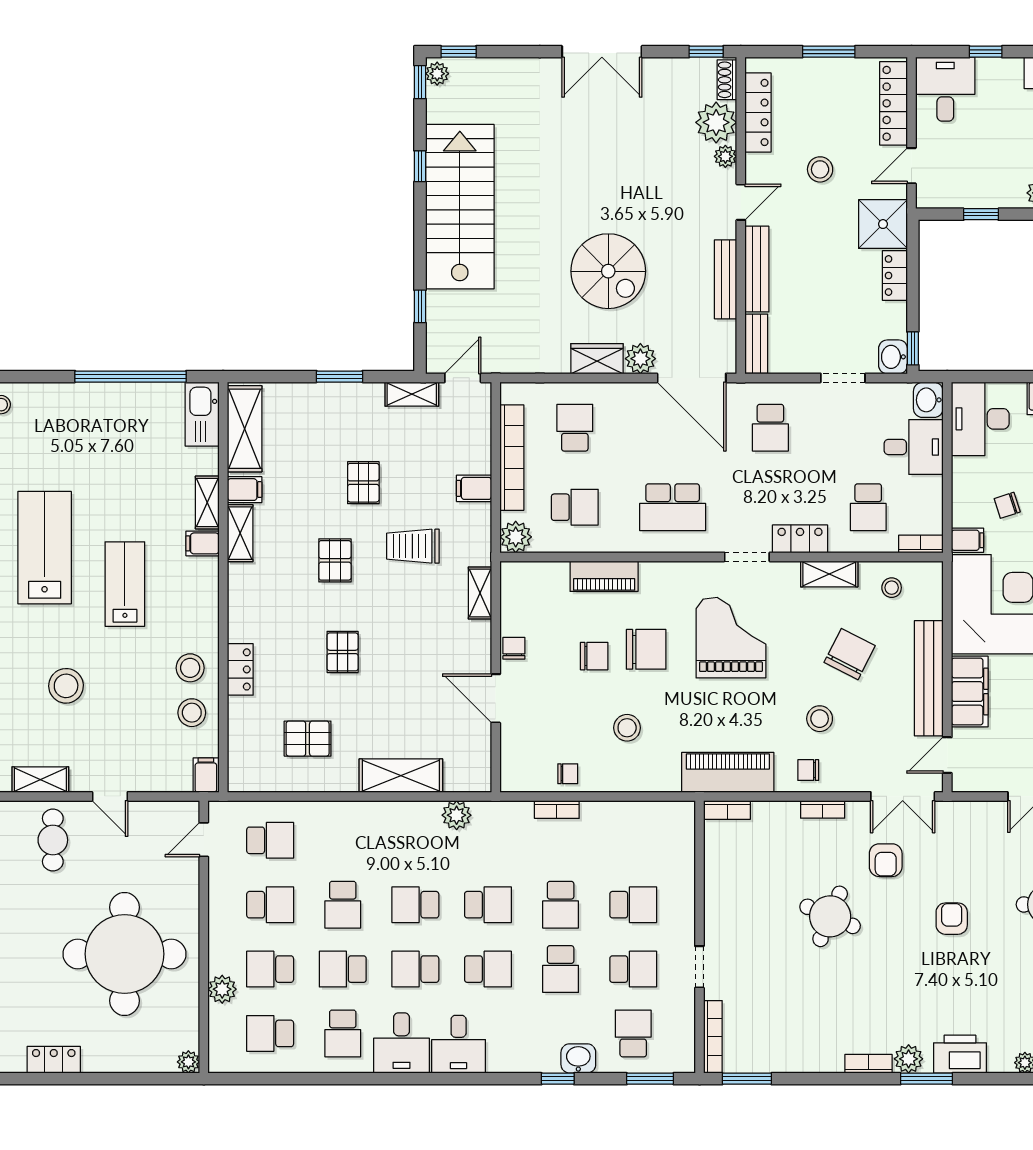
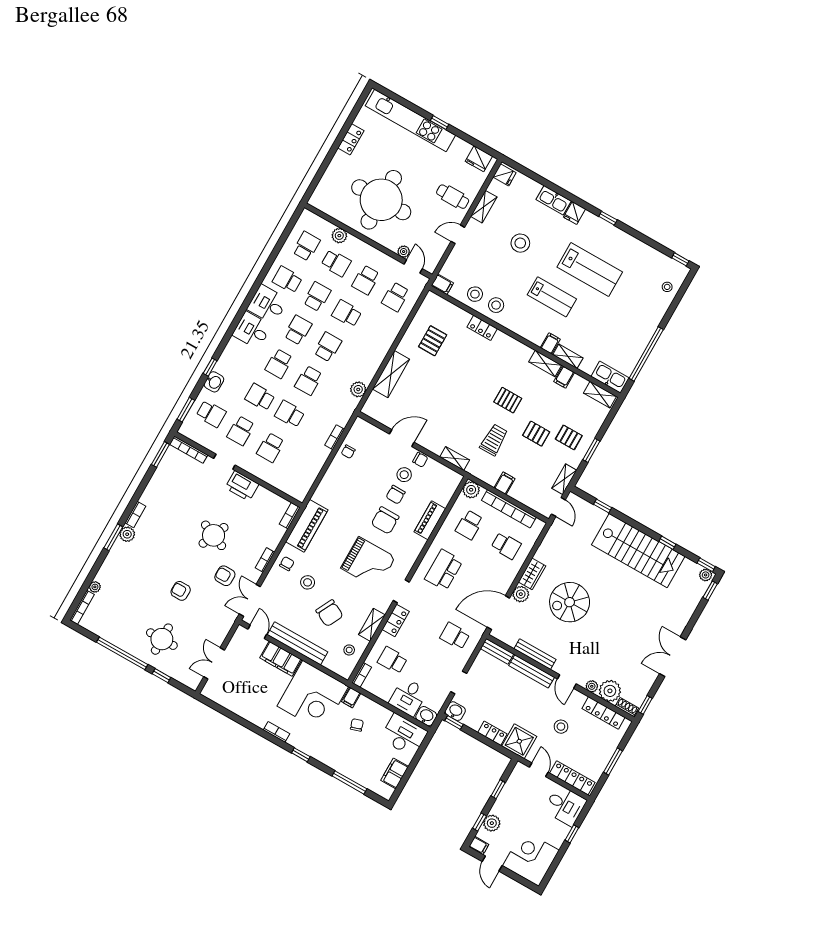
shelving: (245, 429) -> (600, 395), width x0.67, depth x0.75
pallet: (343, 652) -> (569, 437), moved
stool: (627, 728) -> (404, 475), moved
armchair: (952, 919) -> (181, 591), turned 180
school desk: (270, 969) -> (336, 263), turned 90
printer: (960, 1054) -> (242, 486), moved, turned 90
plant: (188, 1062) -> (404, 252), moved

